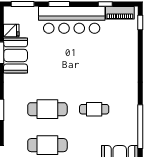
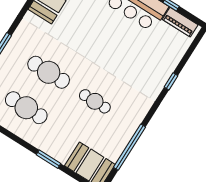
window: (140, 22) -> (171, 81), moved

